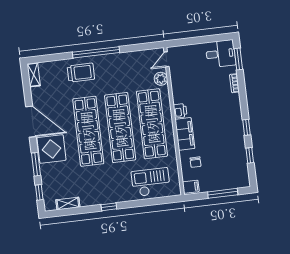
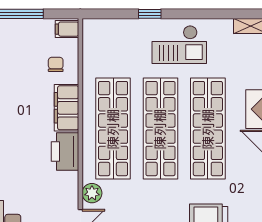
printer: (180, 111) -> (65, 152), width x1.87, depth x1.48
checkout: (151, 182) -> (179, 45), moved
window: (109, 207) -> (150, 14), moved

